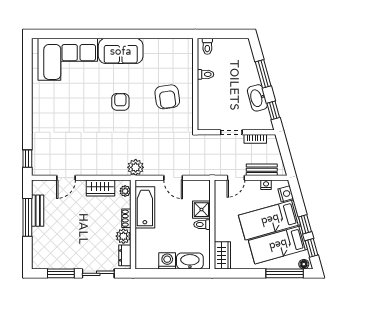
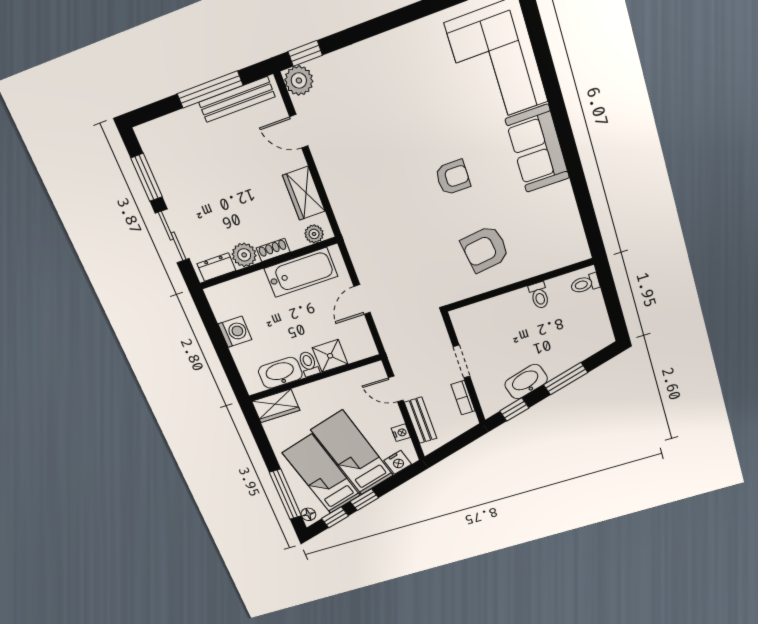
plant: (136, 167) -> (299, 81), moved
bench: (38, 211) -> (237, 100), width x1.36
washbasin: (190, 261) -> (280, 373), moved, turned -90

